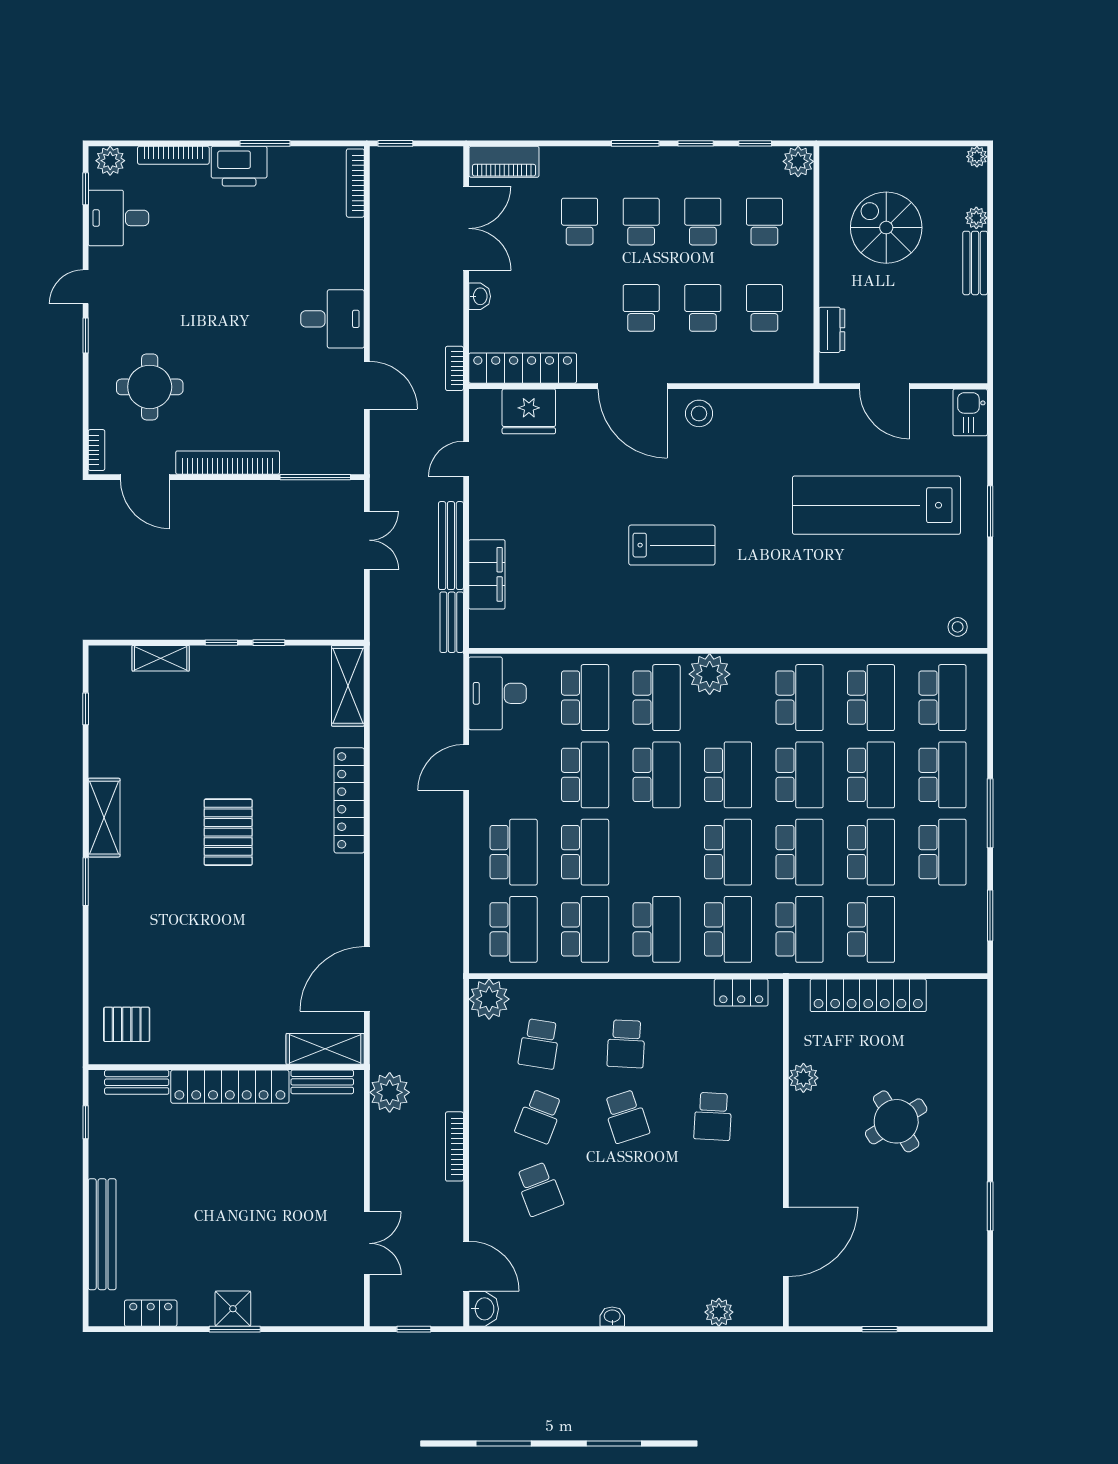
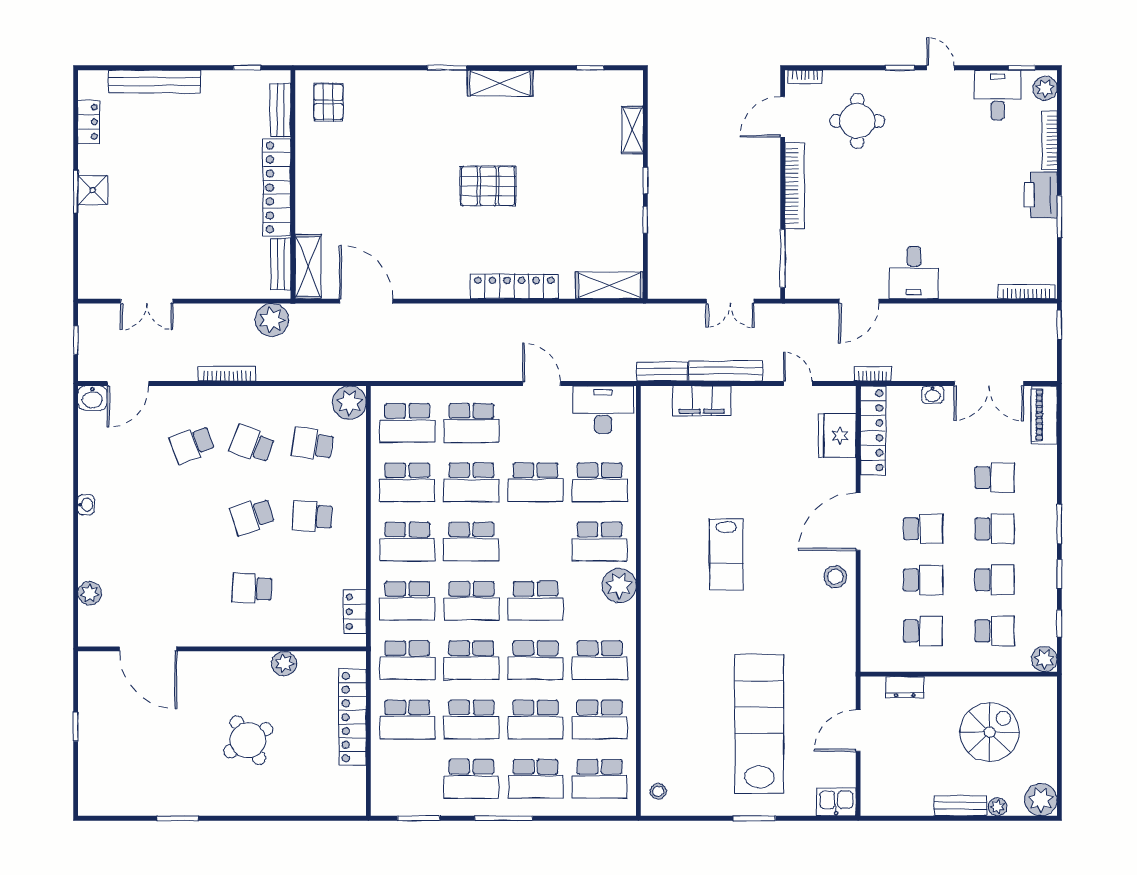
plant: (977, 157) -> (1041, 800), width x1.87, depth x1.87
school desk: (657, 775) -> (471, 542), moved

